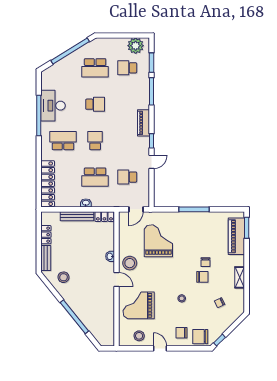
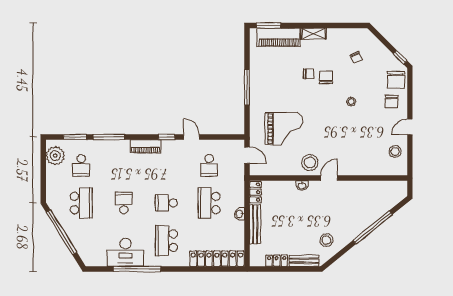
school desk: (95, 177) -> (209, 203), turned 180
grand piano: (158, 241) -> (284, 129), turned 180
shelving: (240, 277) -> (314, 34), moved
grand piano: (139, 305) -> (359, 152), removed

